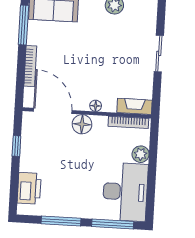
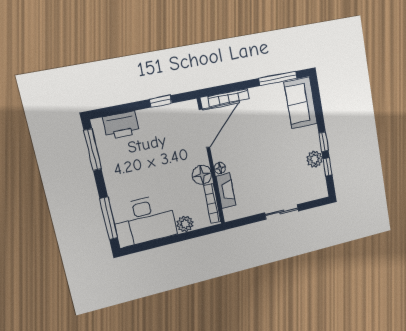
bookcase: (30, 66) -> (229, 98), moved
fireplace: (135, 106) -> (226, 191), moved
floor lamp: (82, 124) -> (202, 175), moved
window: (61, 221) -> (93, 150), moved

